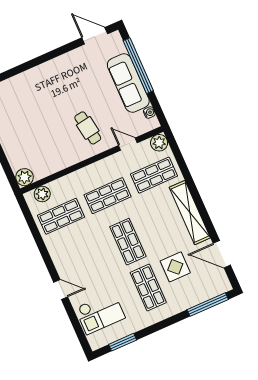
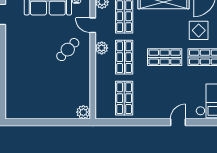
cafe table: (88, 128) -> (68, 50), turned -37
door: (128, 144) -> (93, 25), hinge flipped
plant: (42, 194) -> (102, 48), moved

